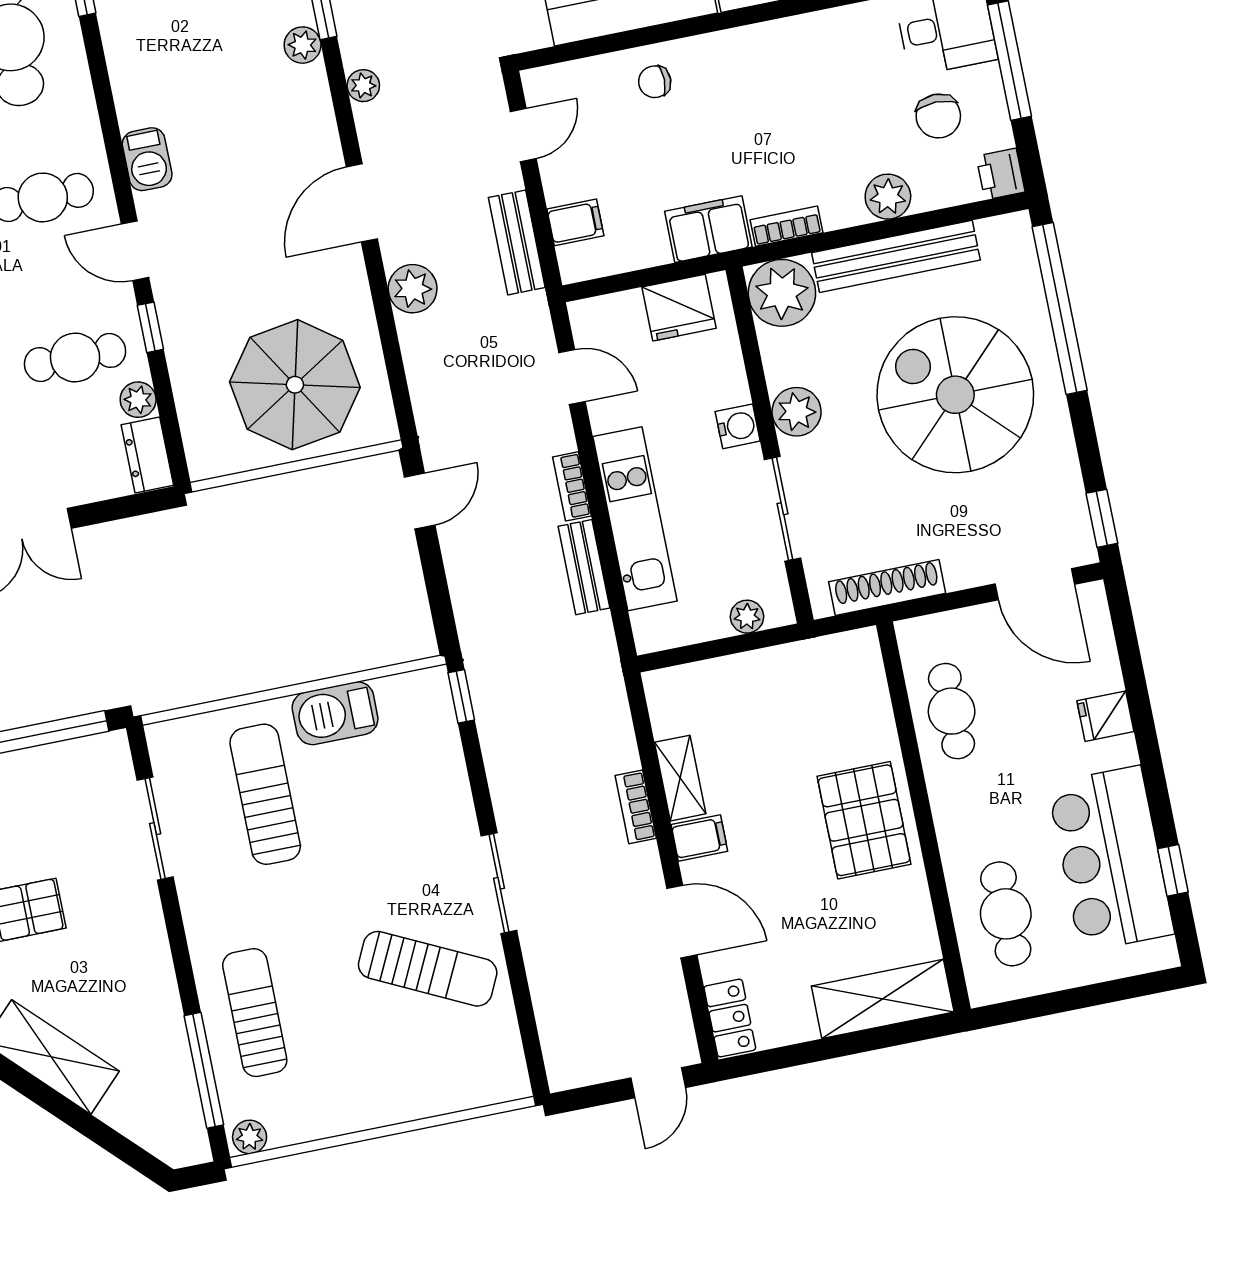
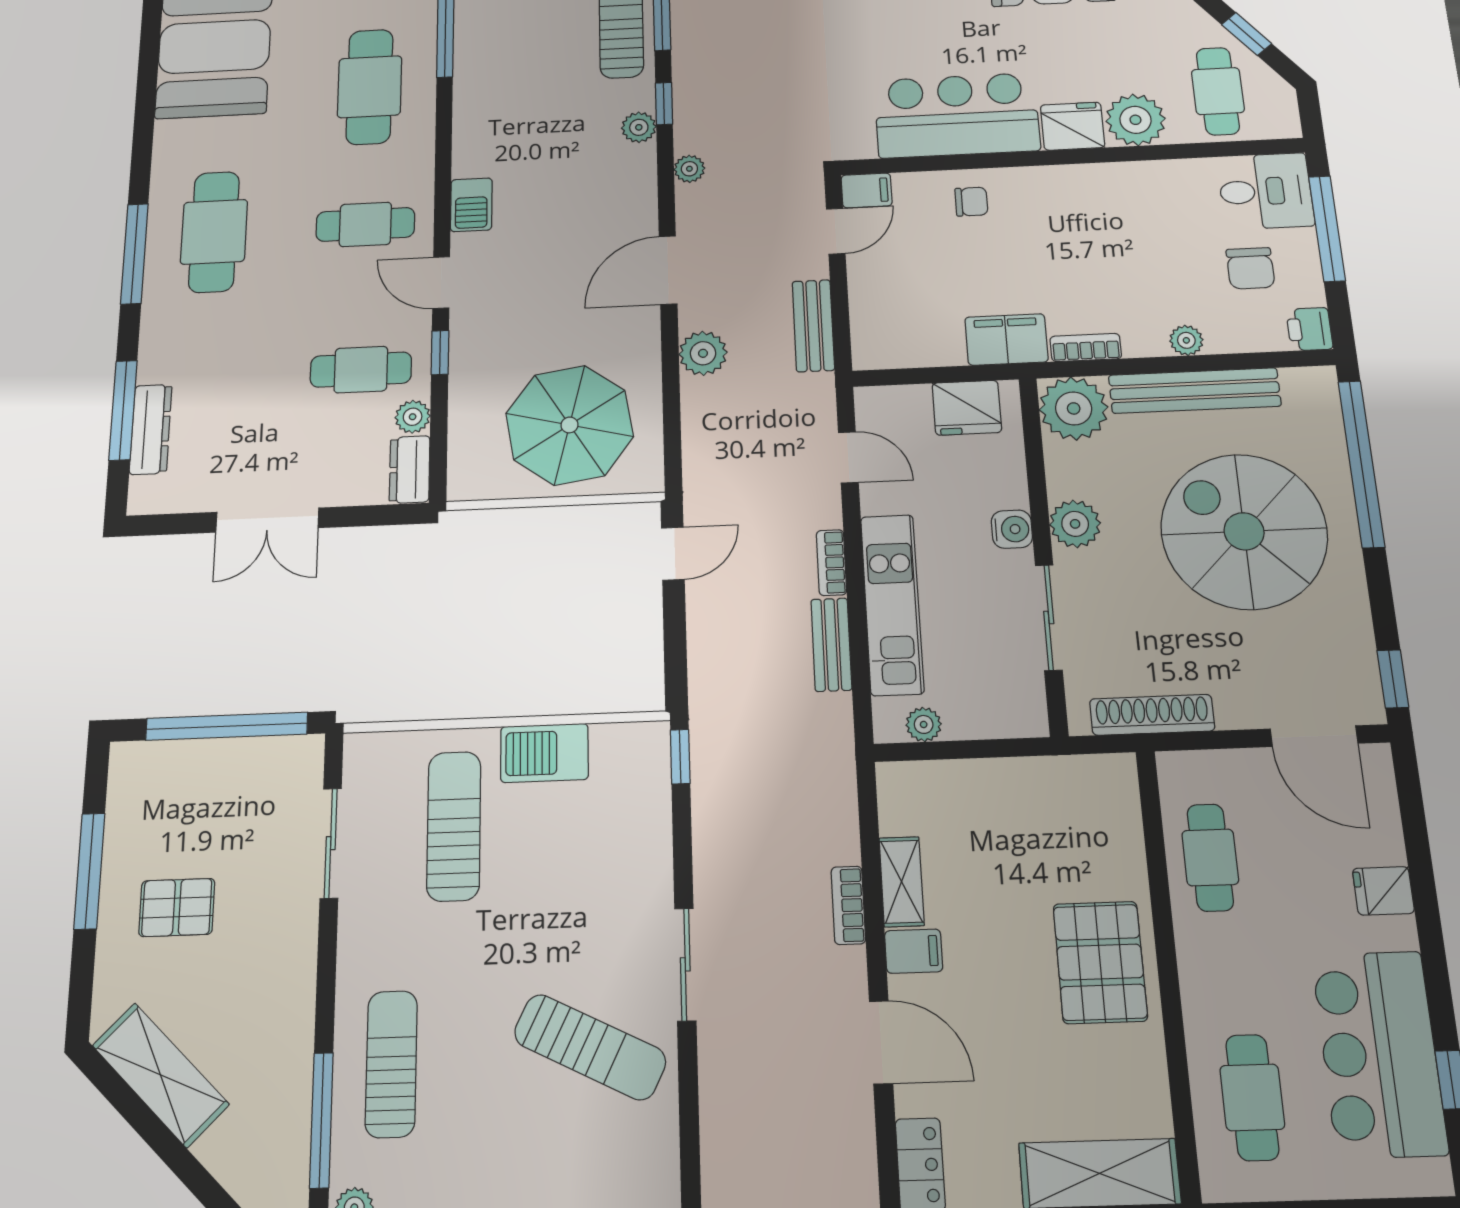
chair: (655, 82) -> (971, 202), turned 180
plant: (888, 197) -> (1186, 340), width x0.73, depth x0.73
filing cabinet: (575, 222) -> (867, 190), moved
plant: (747, 617) -> (924, 724), moved

